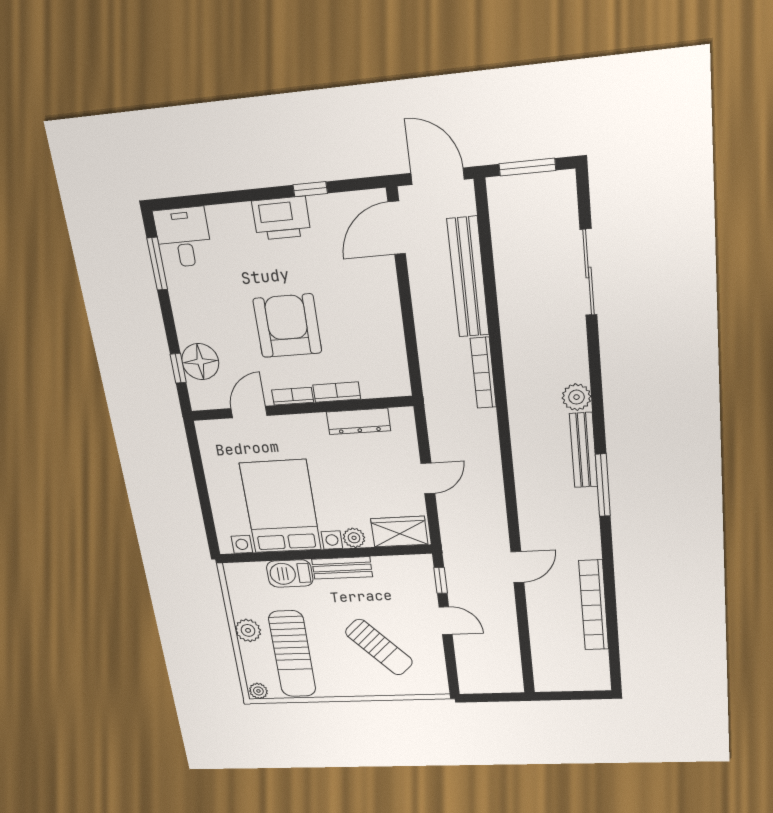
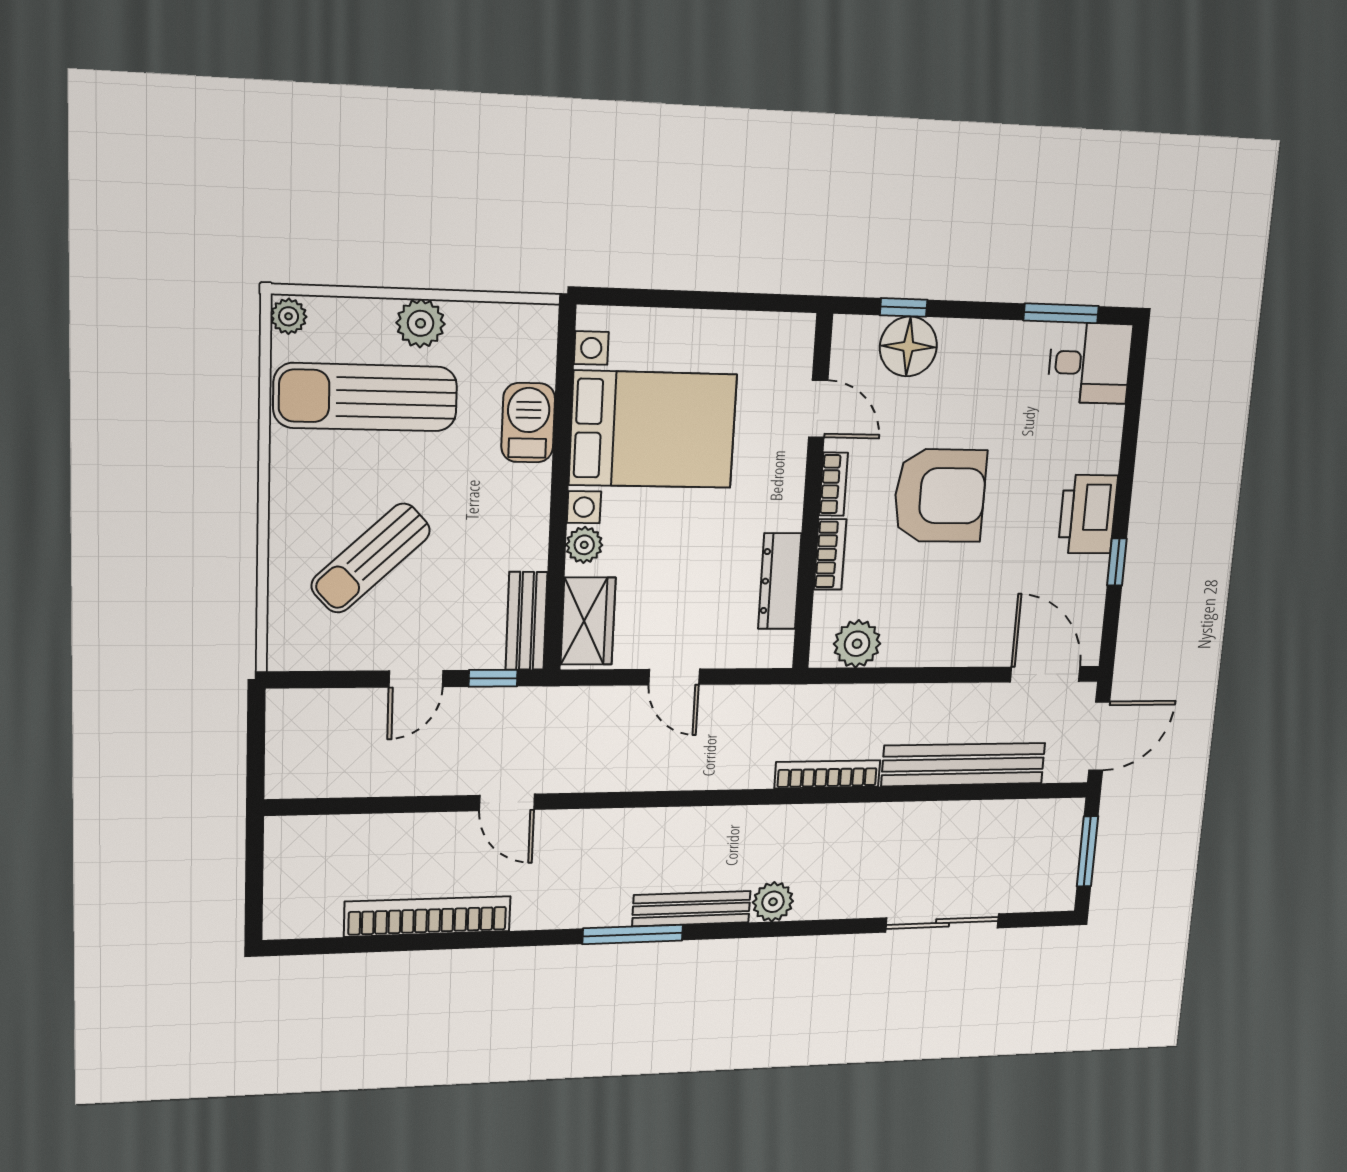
plant: (392, 366) -> (857, 644), added
bench: (342, 568) -> (526, 621), moved

